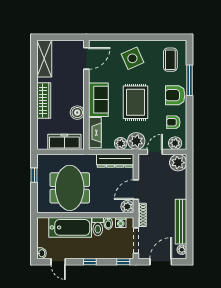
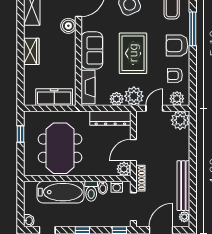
wardrobe: (44, 101) -> (31, 51), width x0.67
boiler: (77, 113) -> (68, 26), moved

